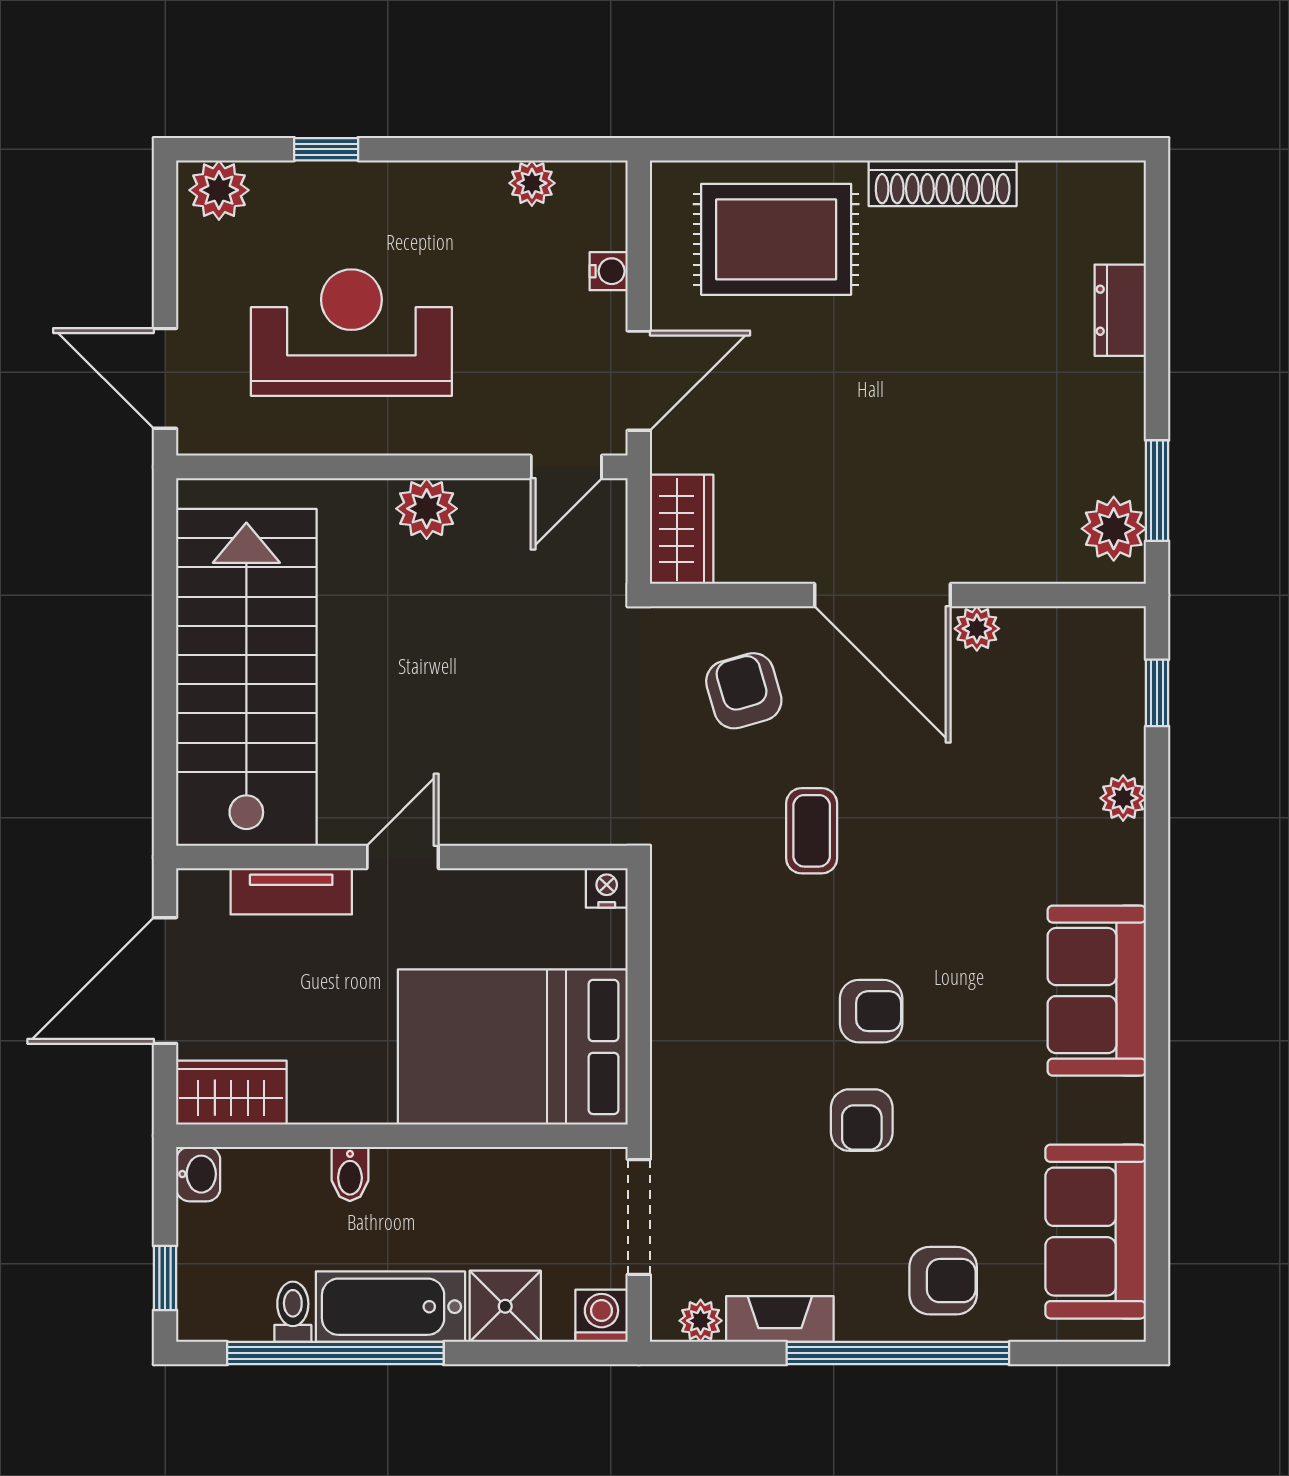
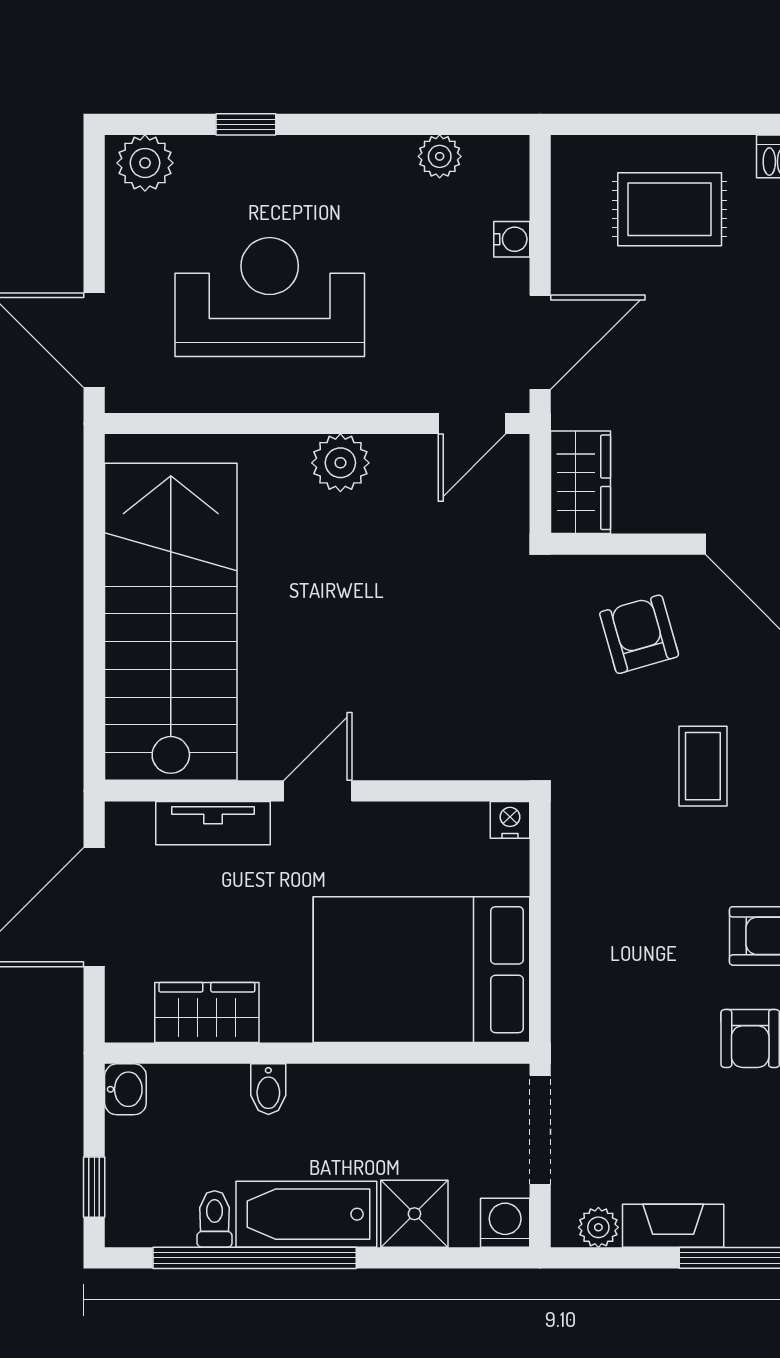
rug: (776, 239) -> (670, 209), width x0.73, depth x0.70
wardrobe: (231, 1093) -> (207, 1013), moved

